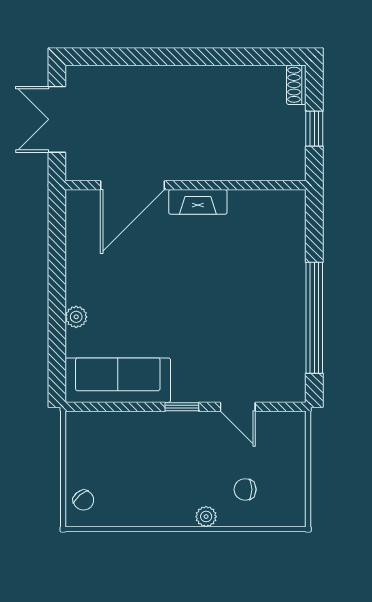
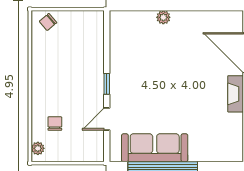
sofa: (118, 380) -> (155, 148), moved, turned -90
plant: (206, 517) -> (38, 148), moved

